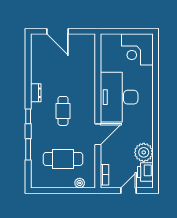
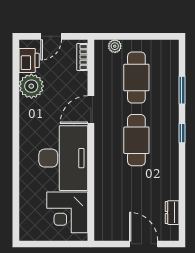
corner desk: (137, 49) -> (67, 212), moved, turned 180
dresser: (36, 93) -> (172, 213), moved
cafe table: (63, 111) -> (136, 140), width x1.37, depth x1.35
cafe table: (63, 159) -> (136, 78), turned 90

